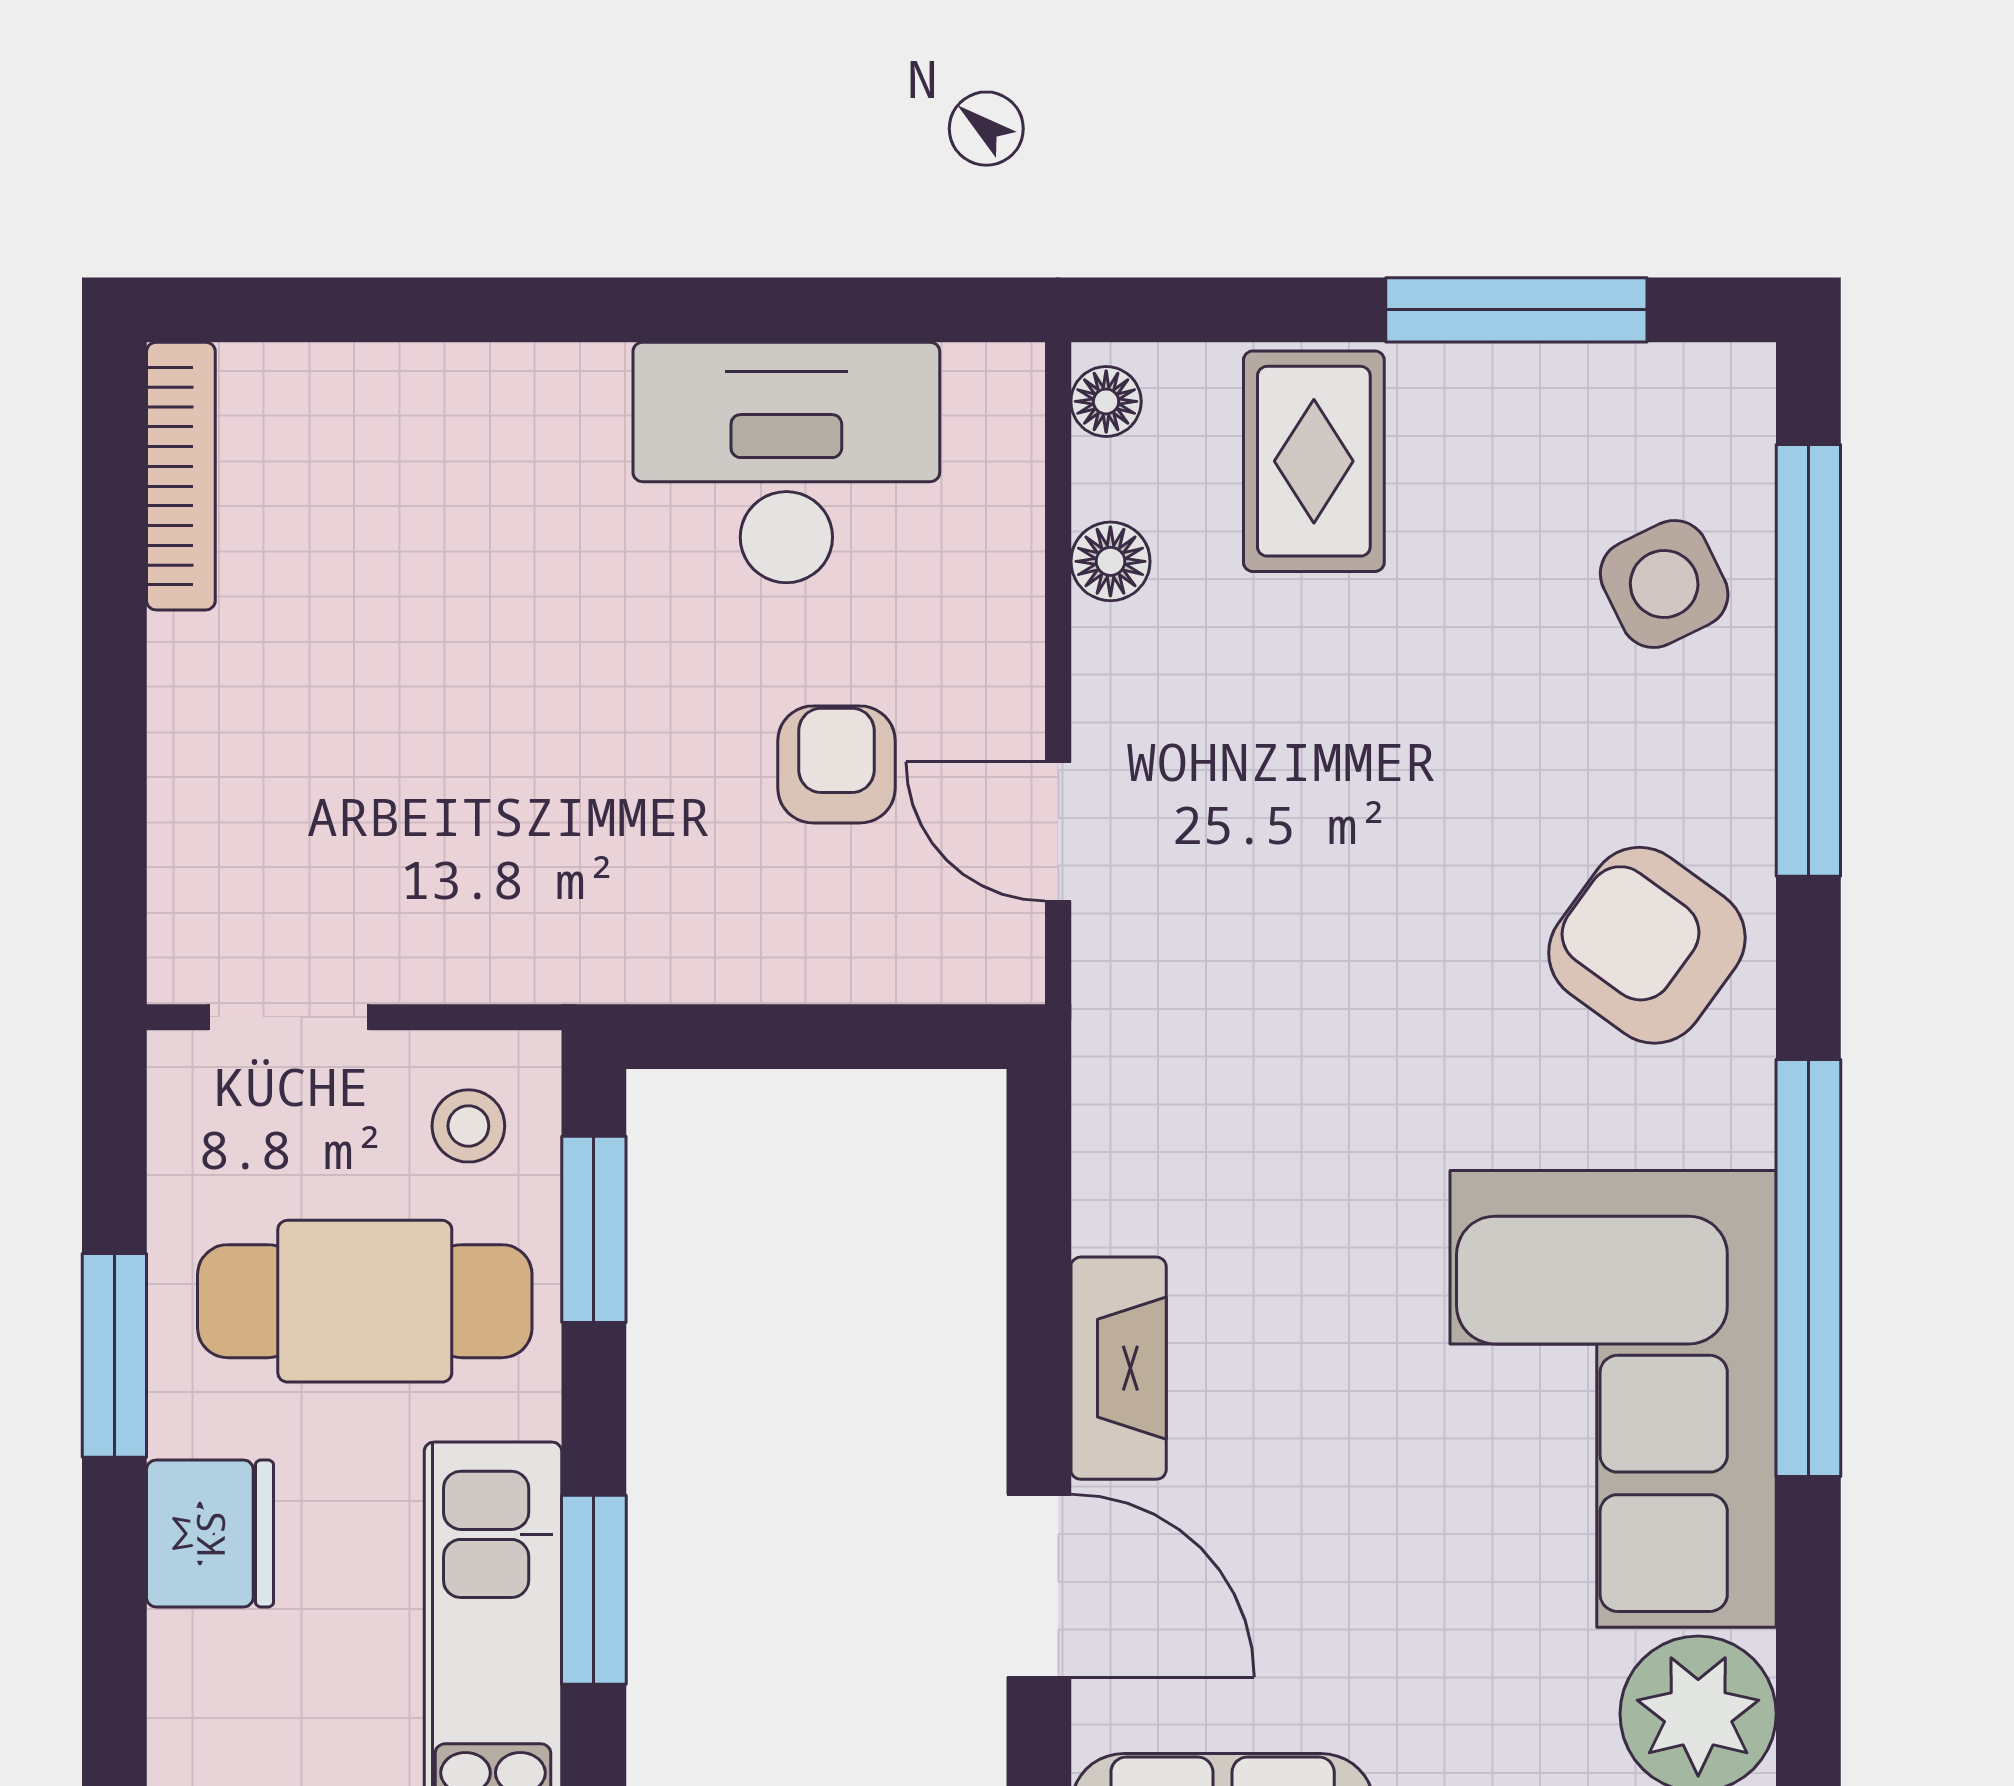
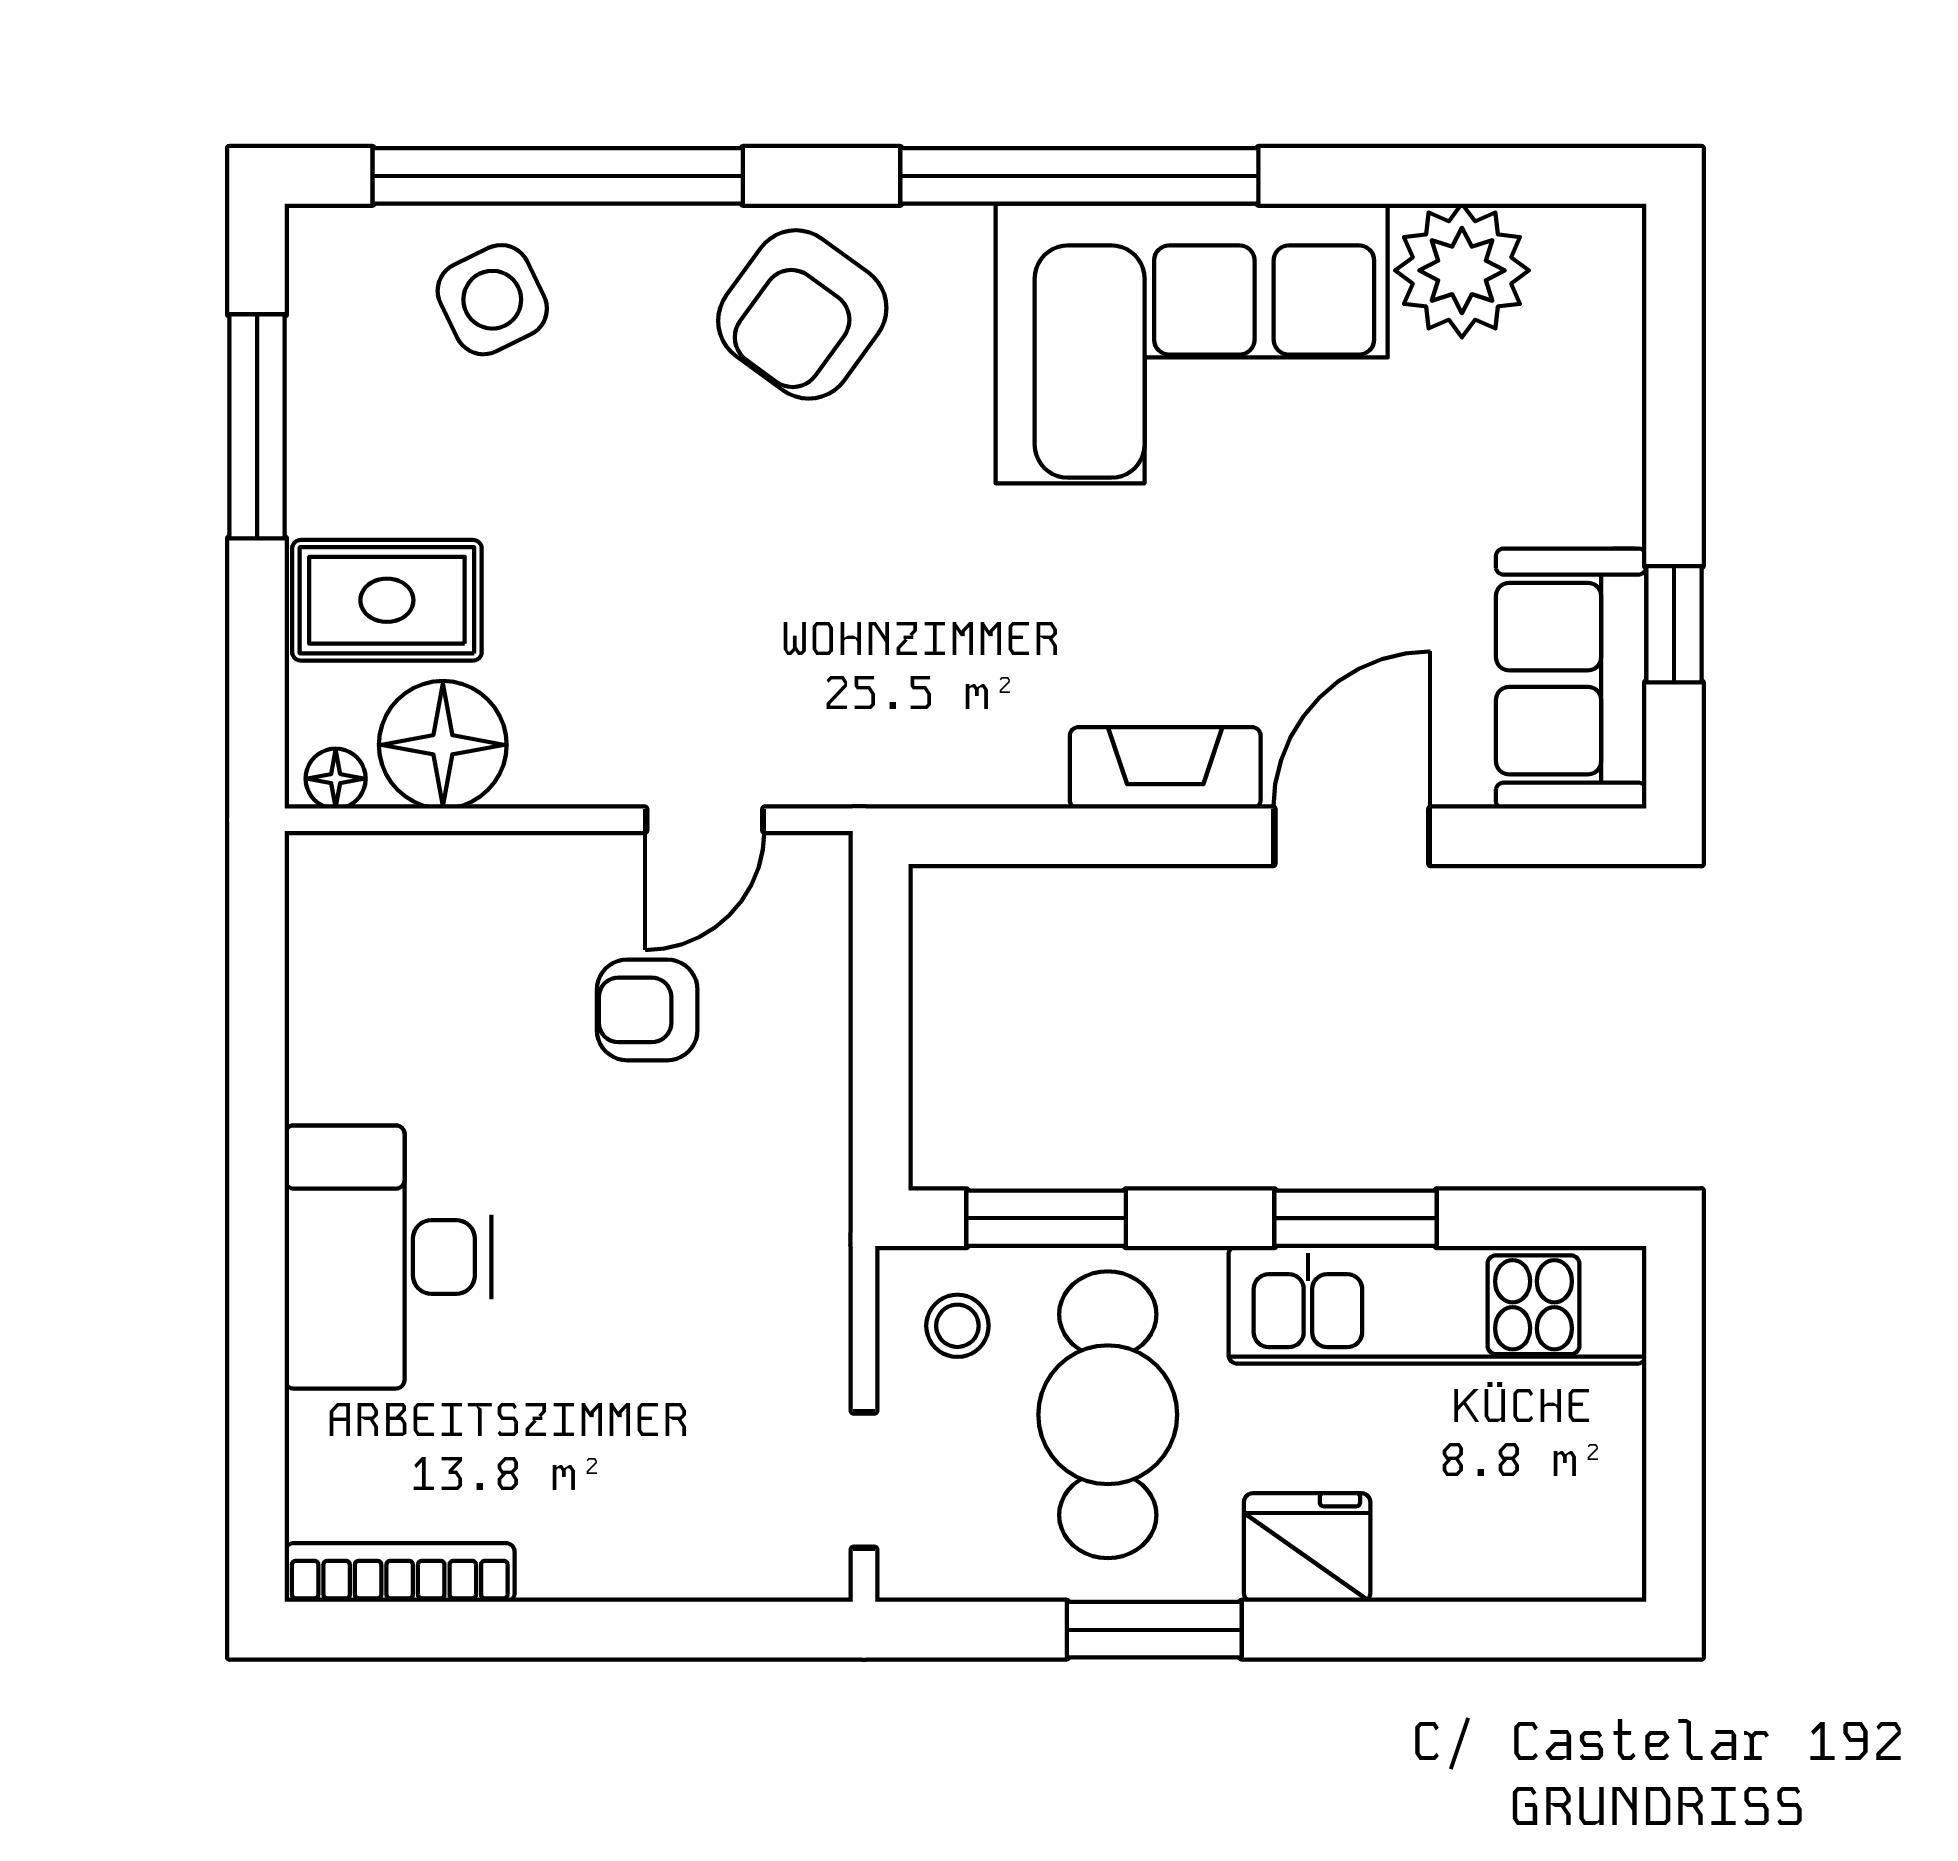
desk: (786, 463) -> (388, 1257), moved
floor lamp: (1110, 561) -> (443, 745), width x1.89, depth x1.89

